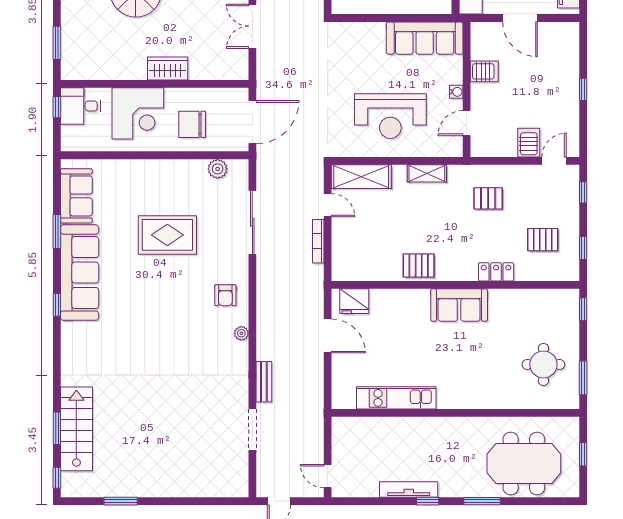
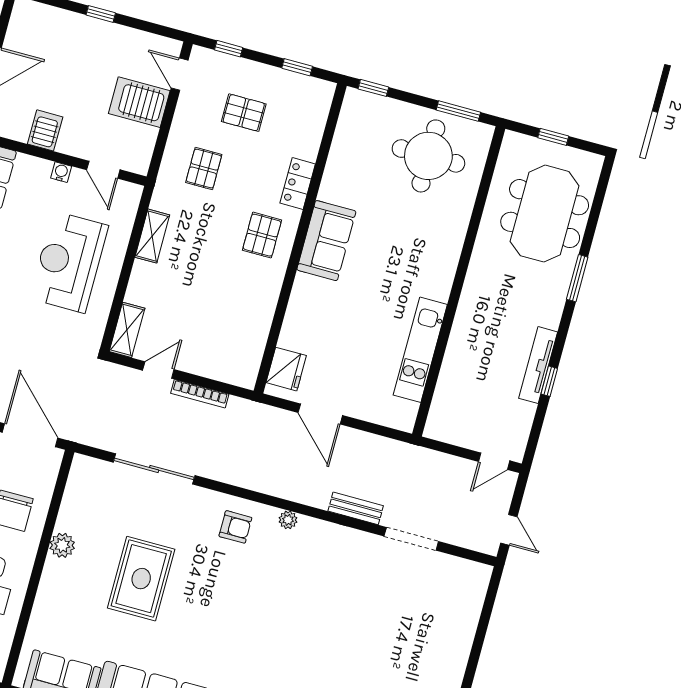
reception desk: (390, 116) -> (69, 262), turned 180
server rack: (529, 143) -> (139, 102), width x1.36, depth x1.44
plant: (218, 169) -> (62, 545), moved
shelving: (361, 177) -> (127, 330), width x0.67, depth x0.75
pallet: (543, 240) -> (244, 113), moved, turned 90
pallet: (419, 265) -> (262, 235), moved
door: (328, 336) -> (320, 414), swing flipped
round table: (543, 364) -> (428, 156), width x1.36, depth x1.36
window: (428, 501) -> (549, 381), moved

